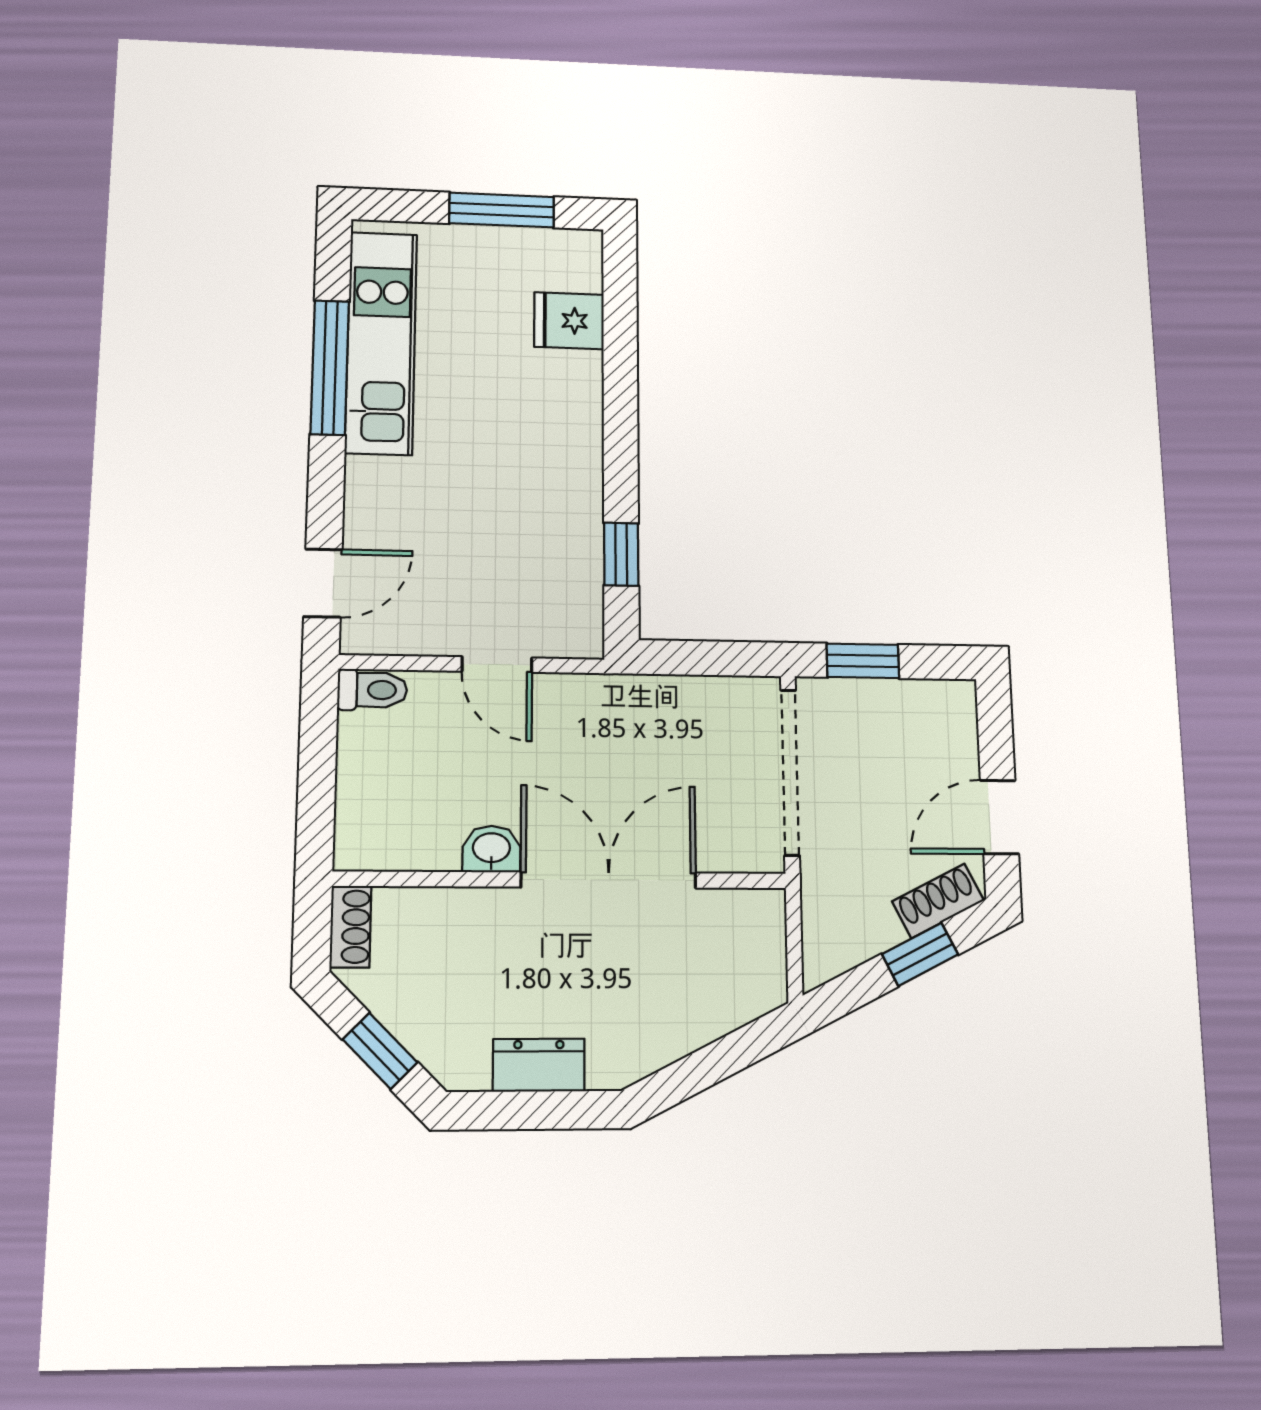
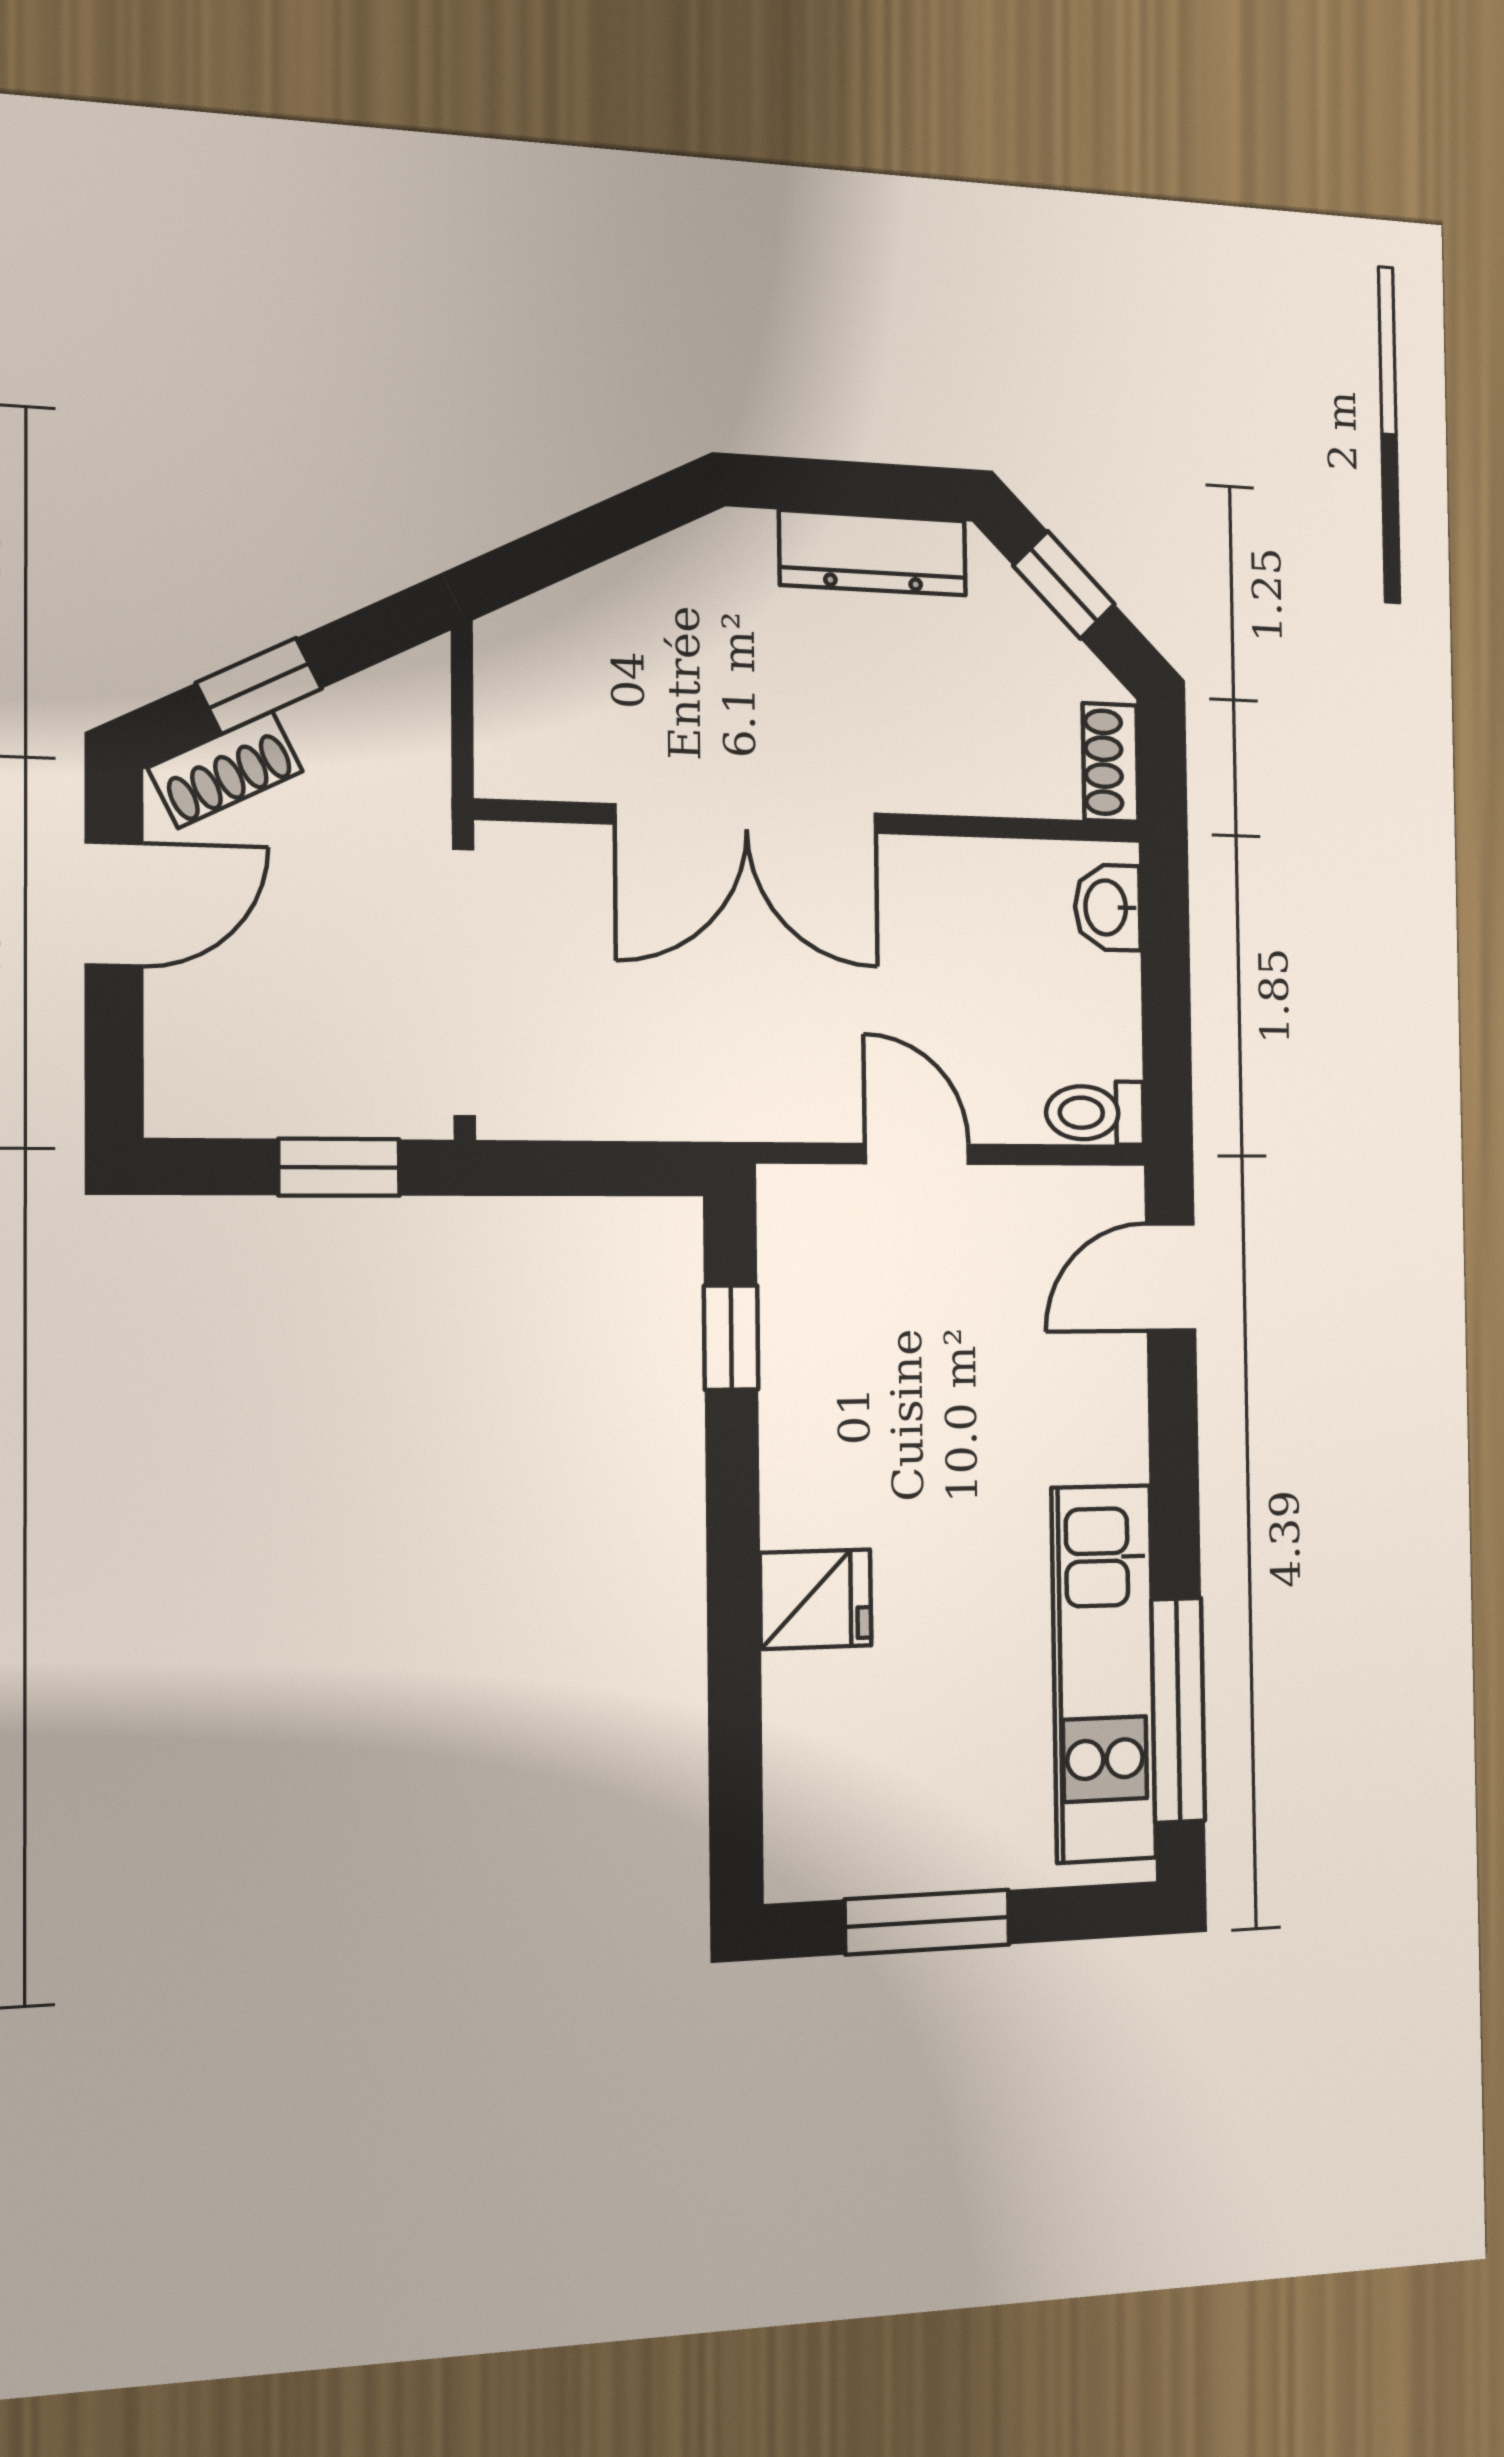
fridge: (569, 321) -> (816, 1599), moved
window: (330, 367) -> (1178, 1710), moved
washbasin: (491, 849) -> (1108, 907), moved, turned 90
dresser: (539, 1065) -> (873, 553), width x1.44

